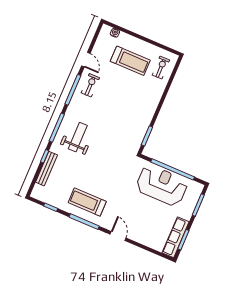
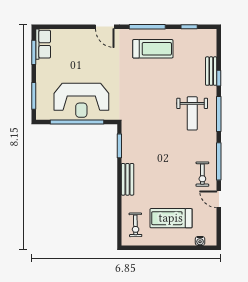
bench: (152, 107) -> (127, 179), added
bench: (46, 169) -> (211, 71), width x0.73
row of seats: (176, 237) -> (43, 44), width x0.68

